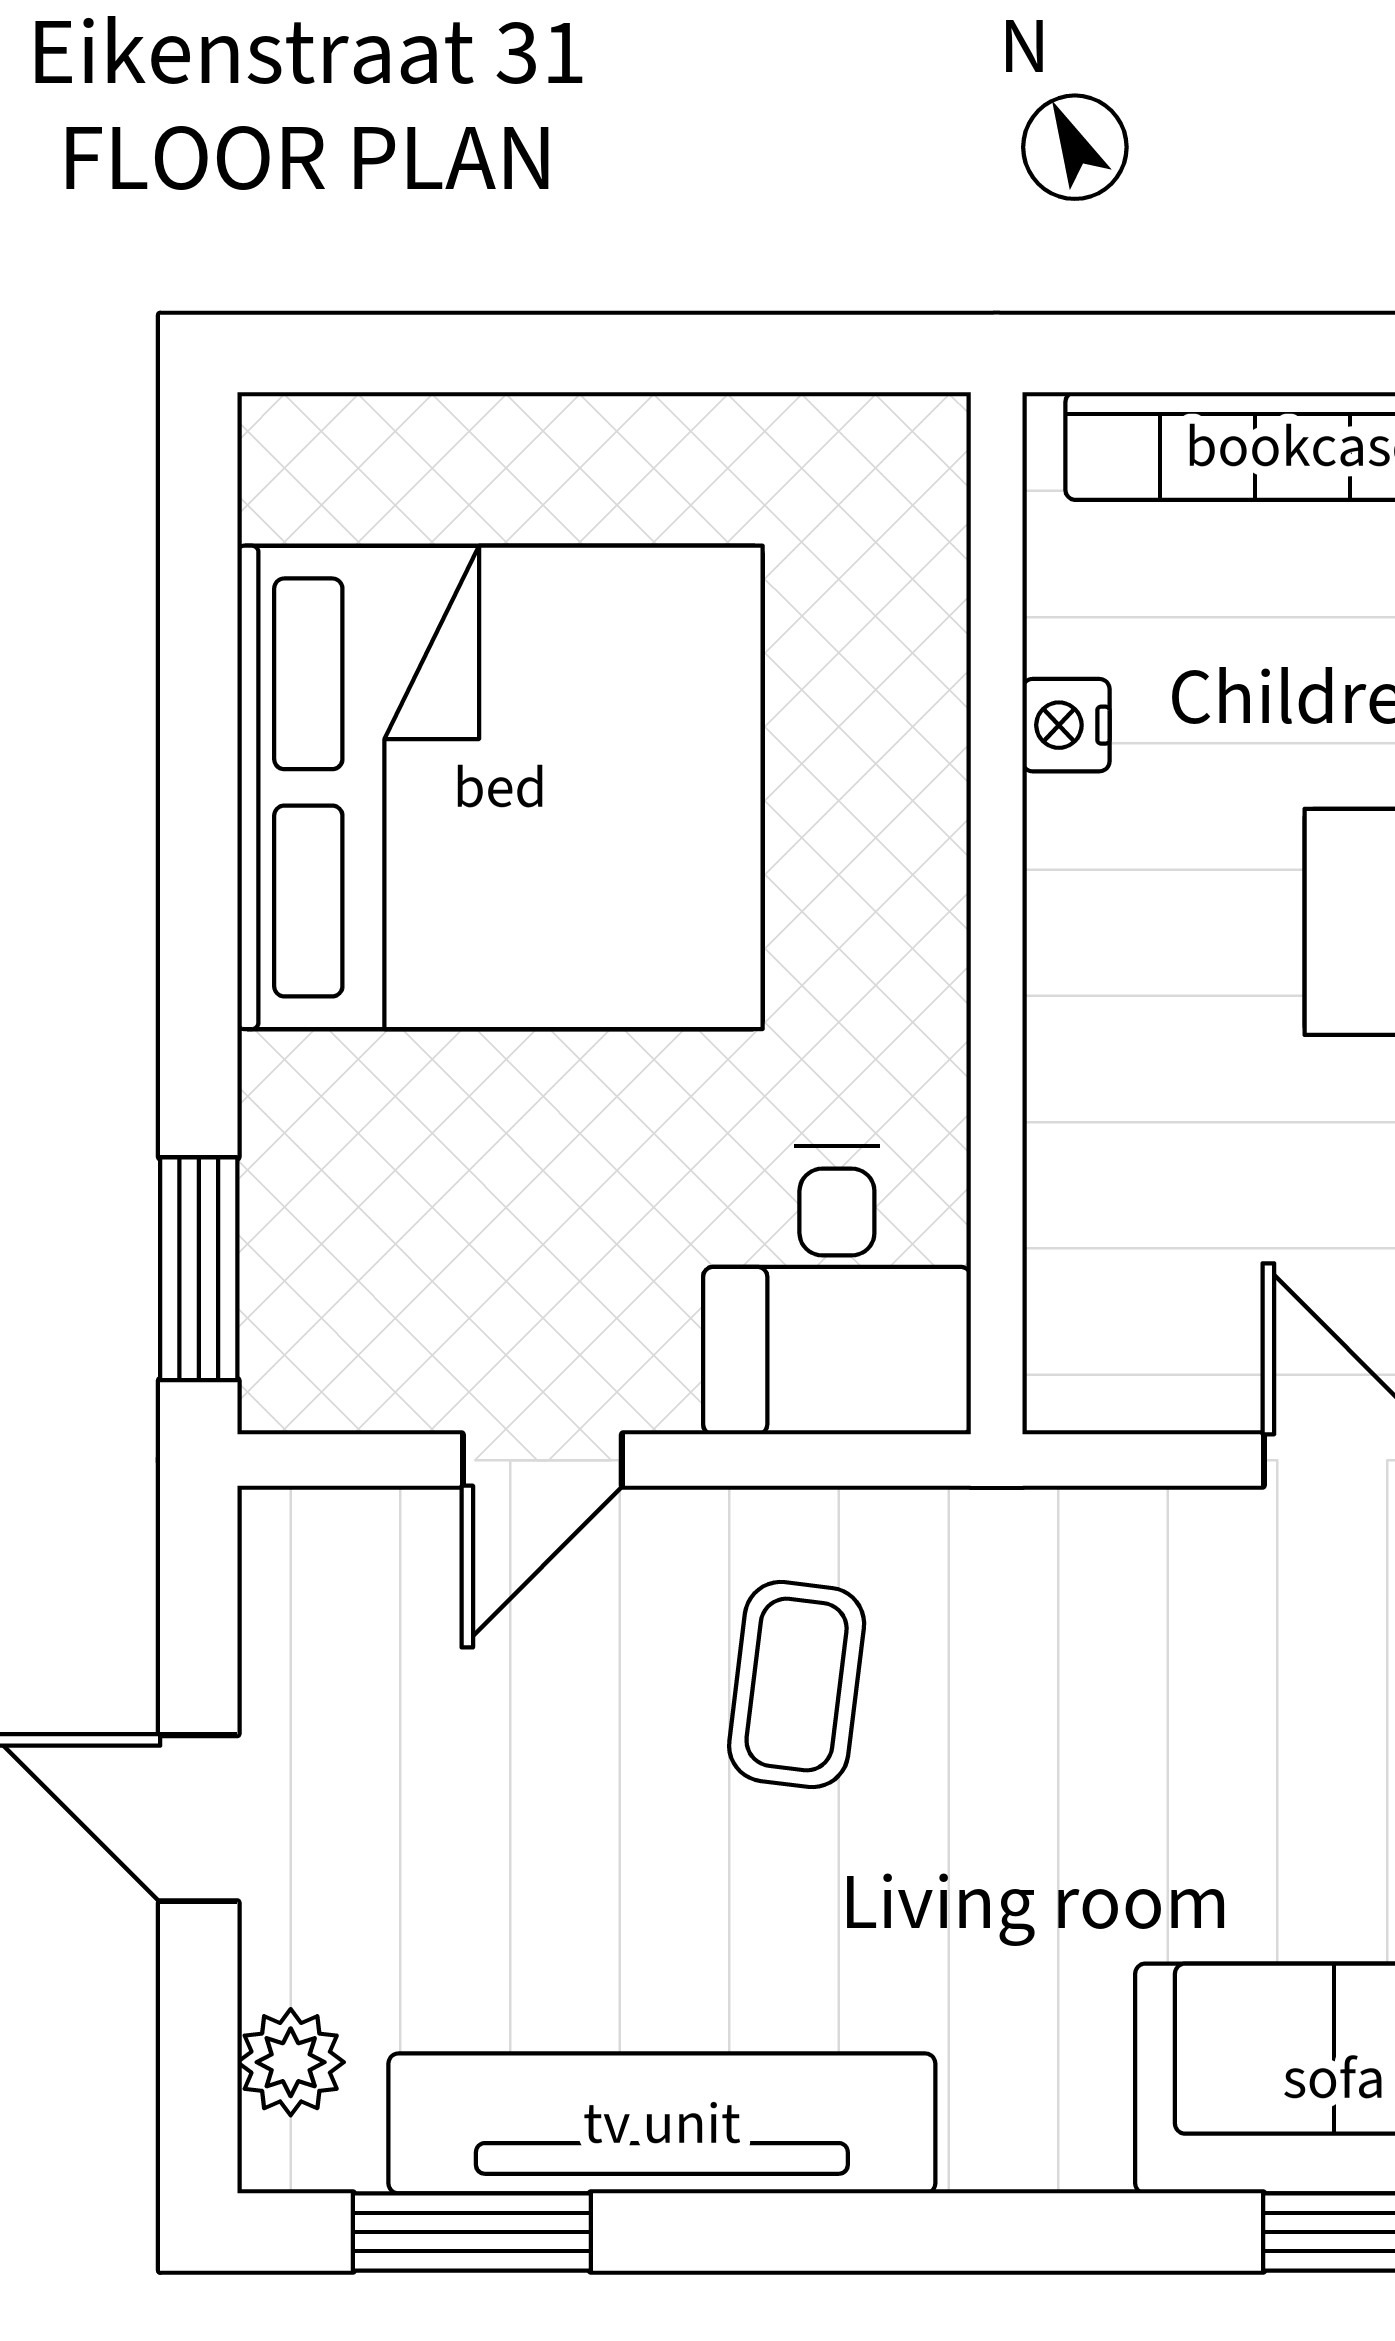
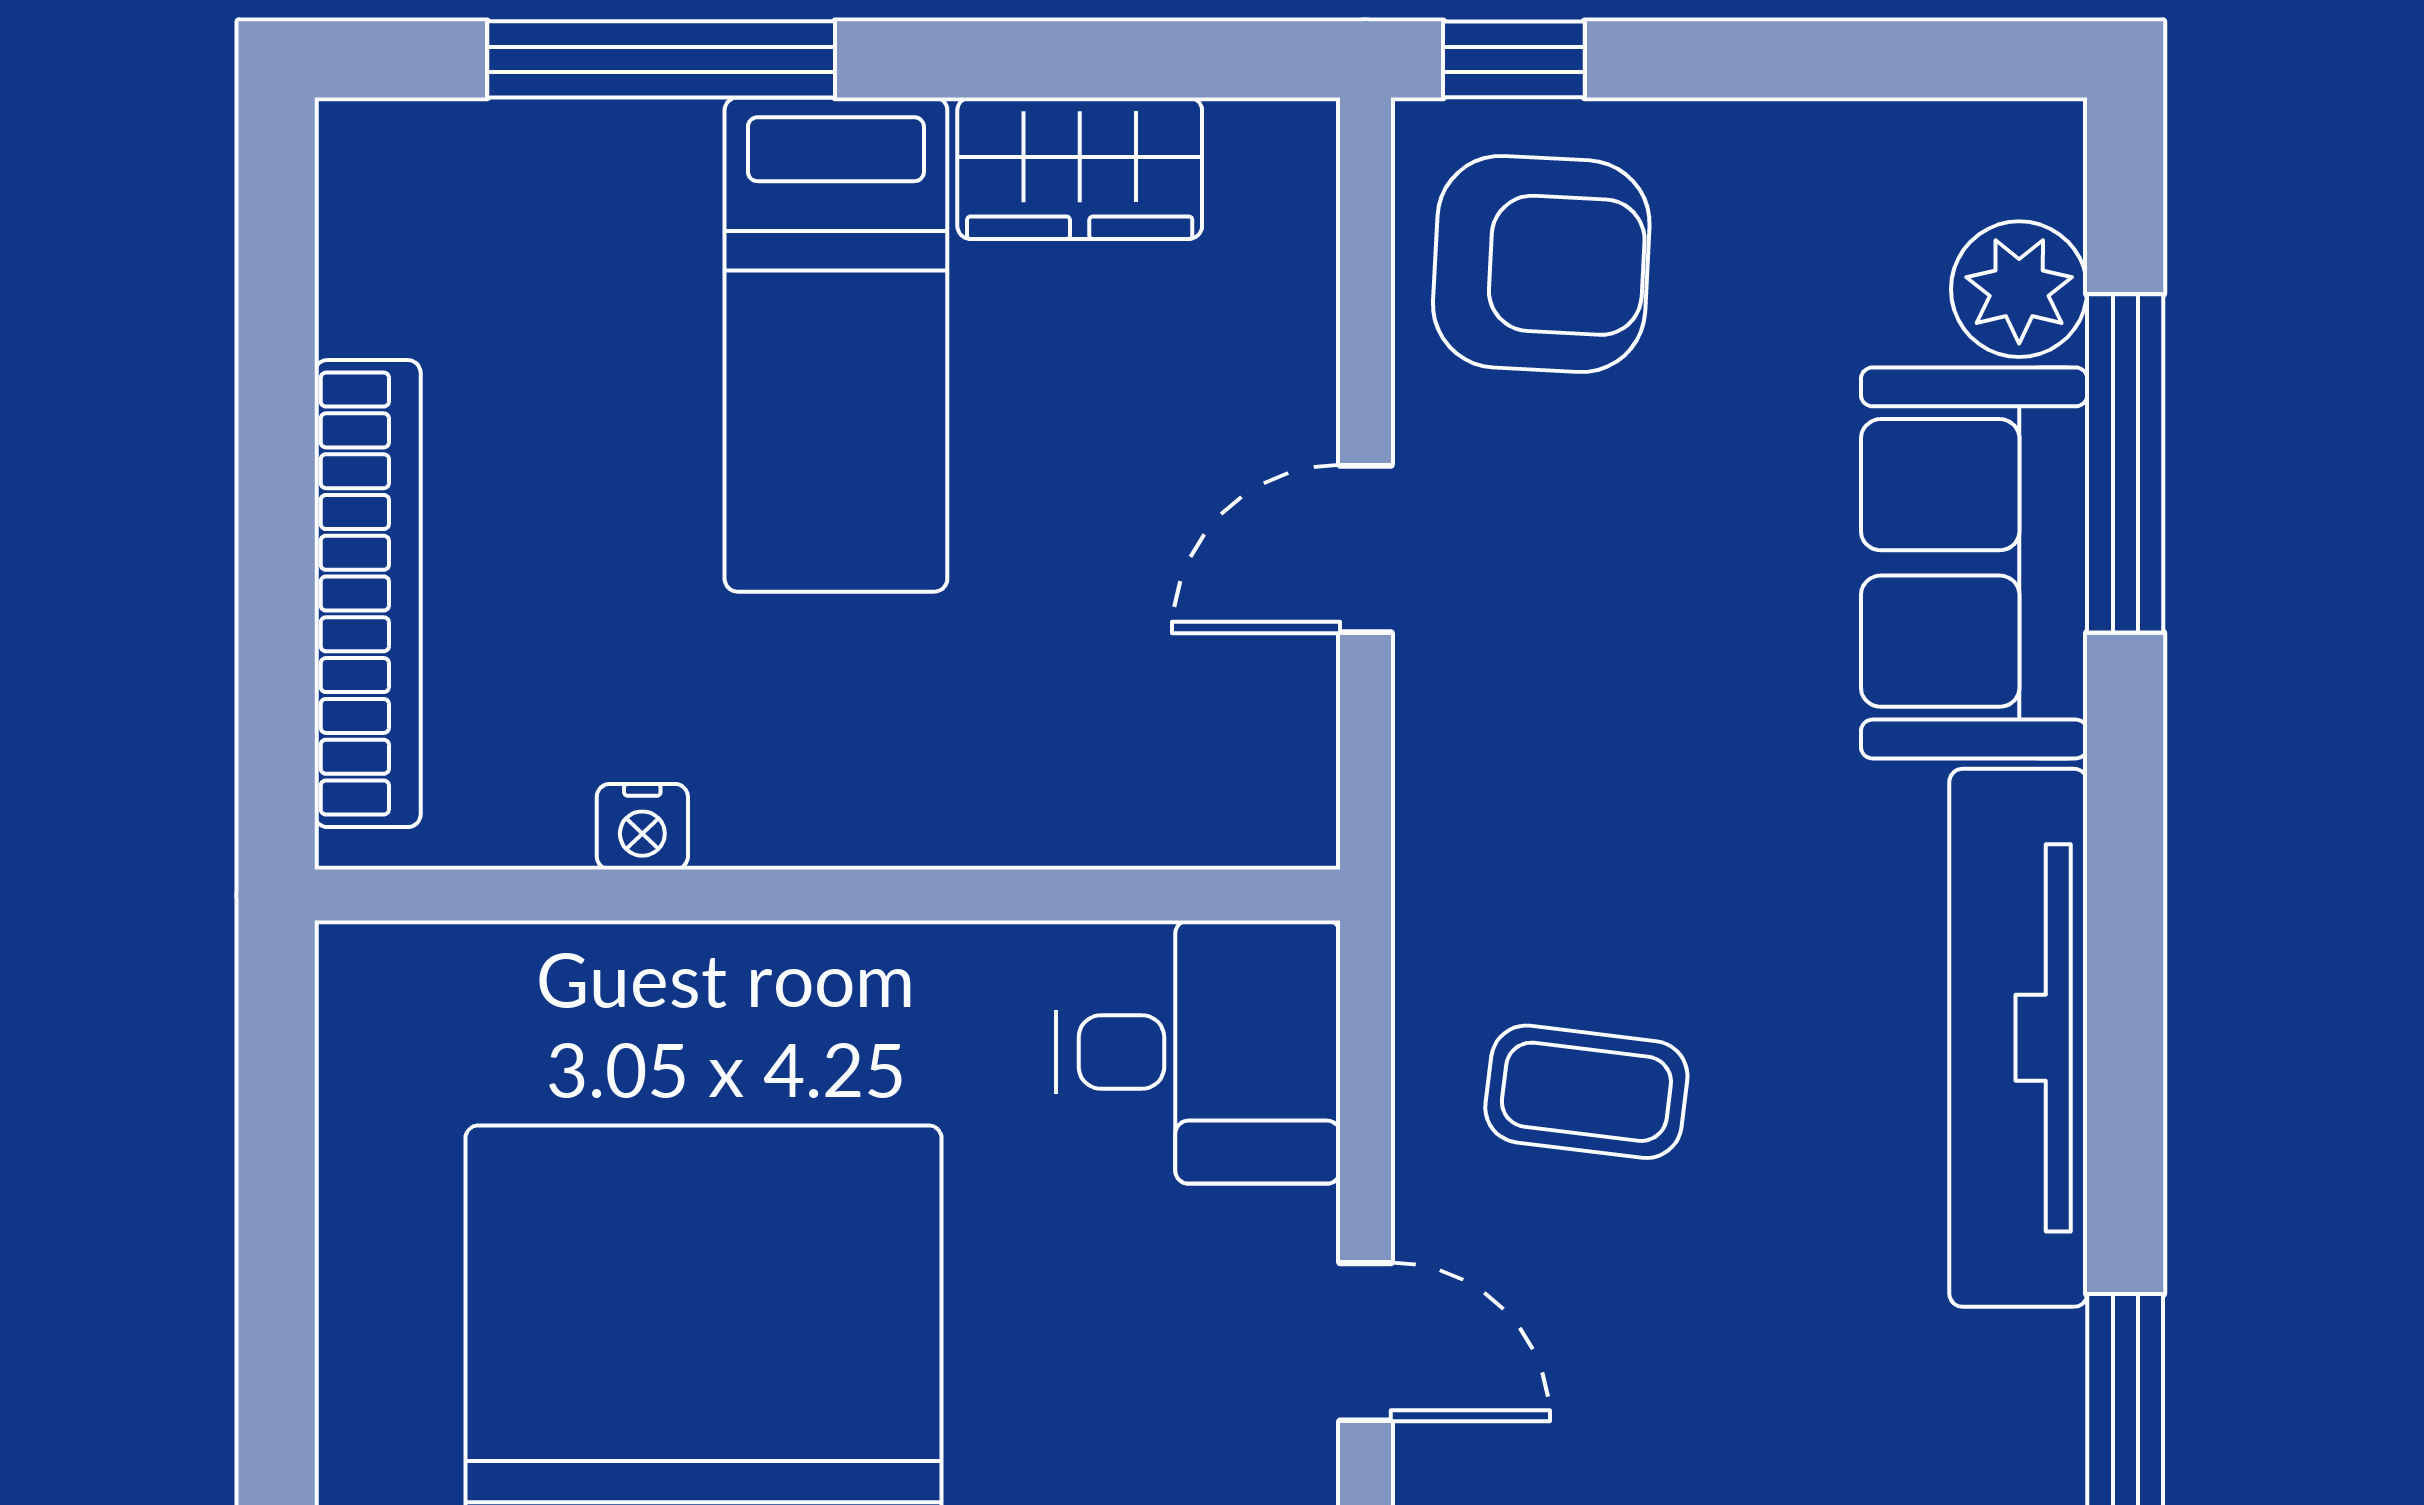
tv unit: (662, 2123) -> (2018, 1038), moved

